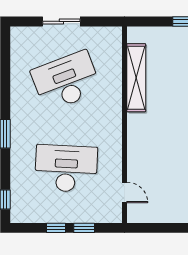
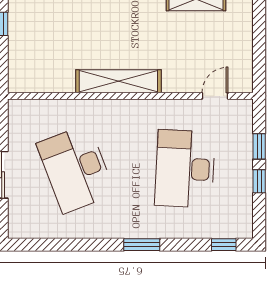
shelving: (136, 78) -> (118, 81), moved

